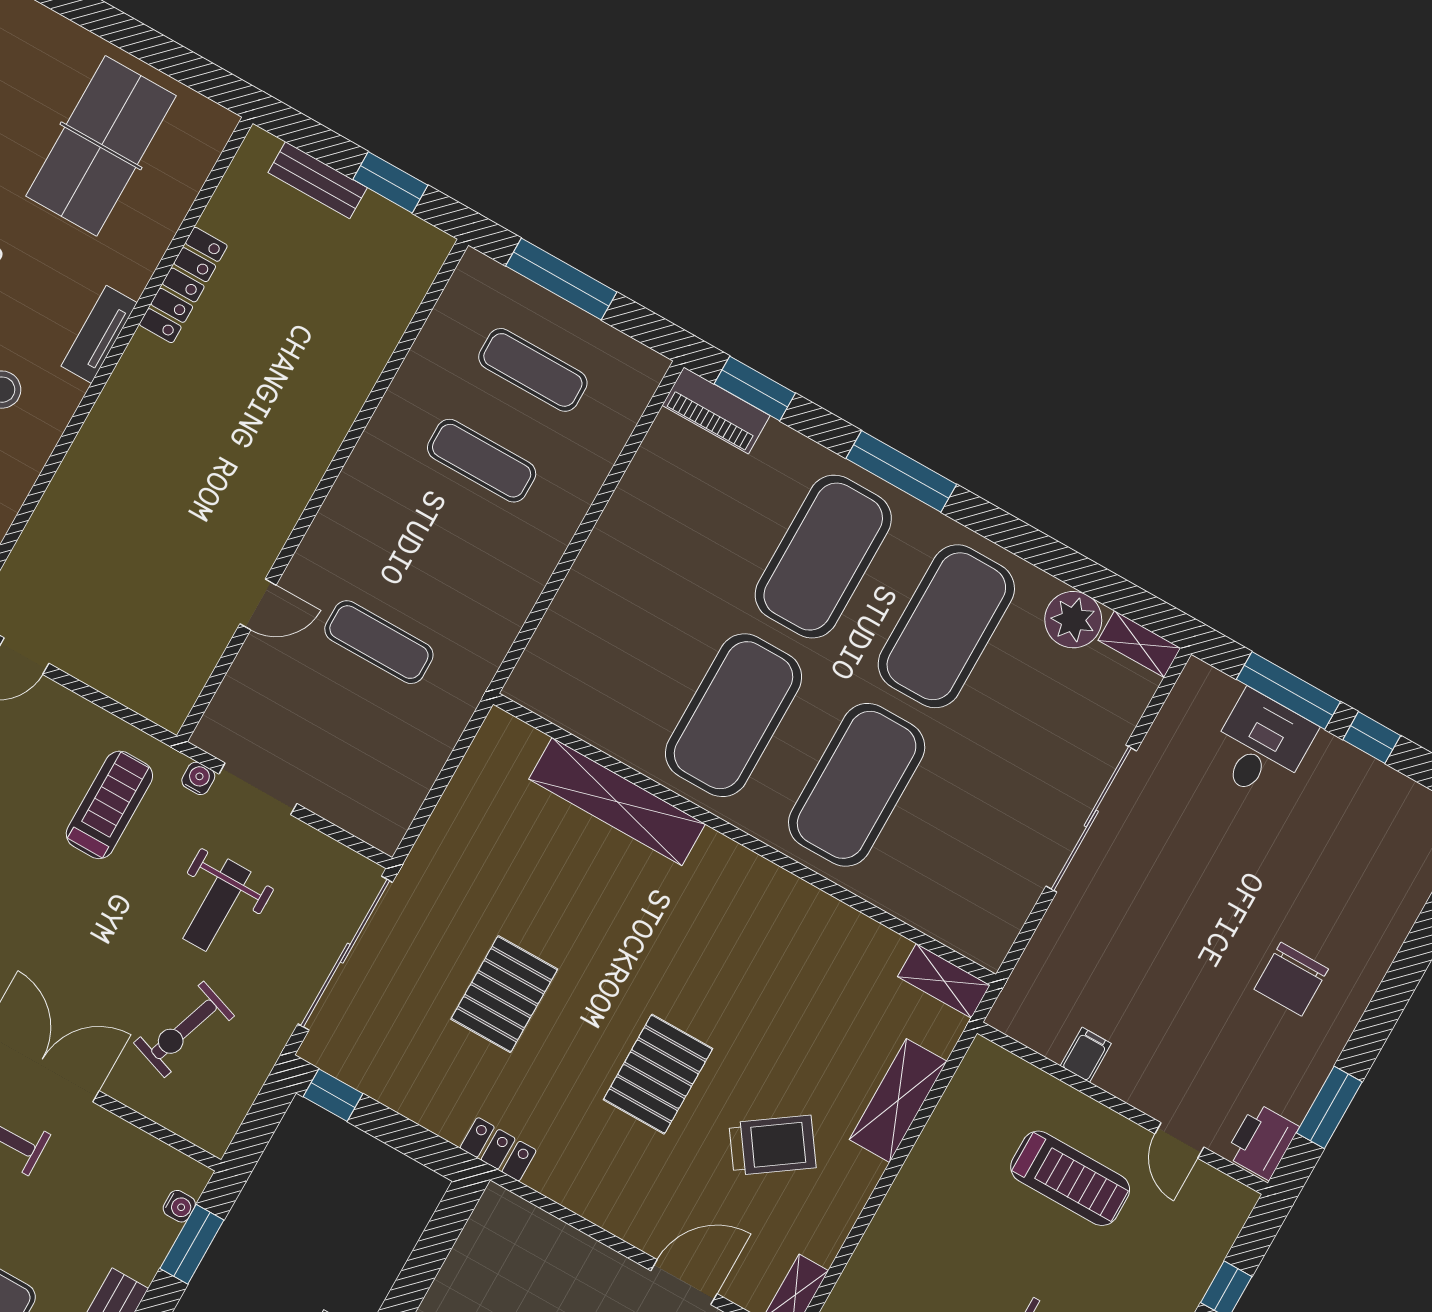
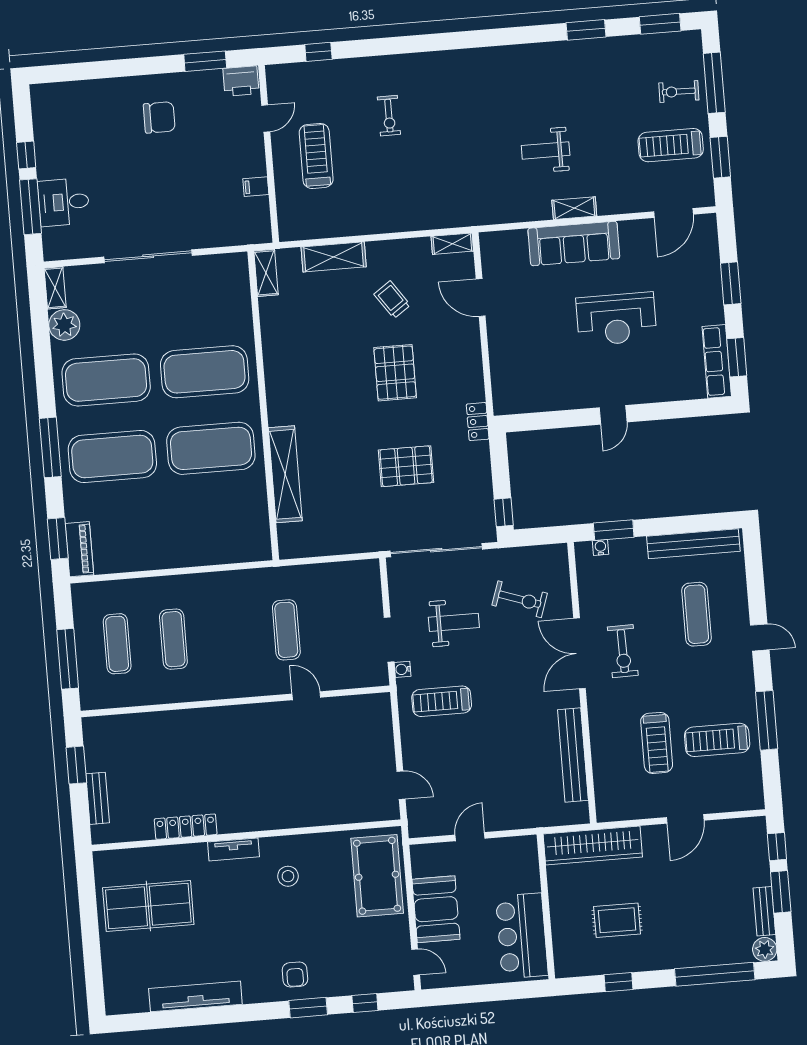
pallet: (658, 1074) -> (395, 373), turned 90
trolley: (772, 1145) -> (392, 300), width x0.73, depth x0.72

